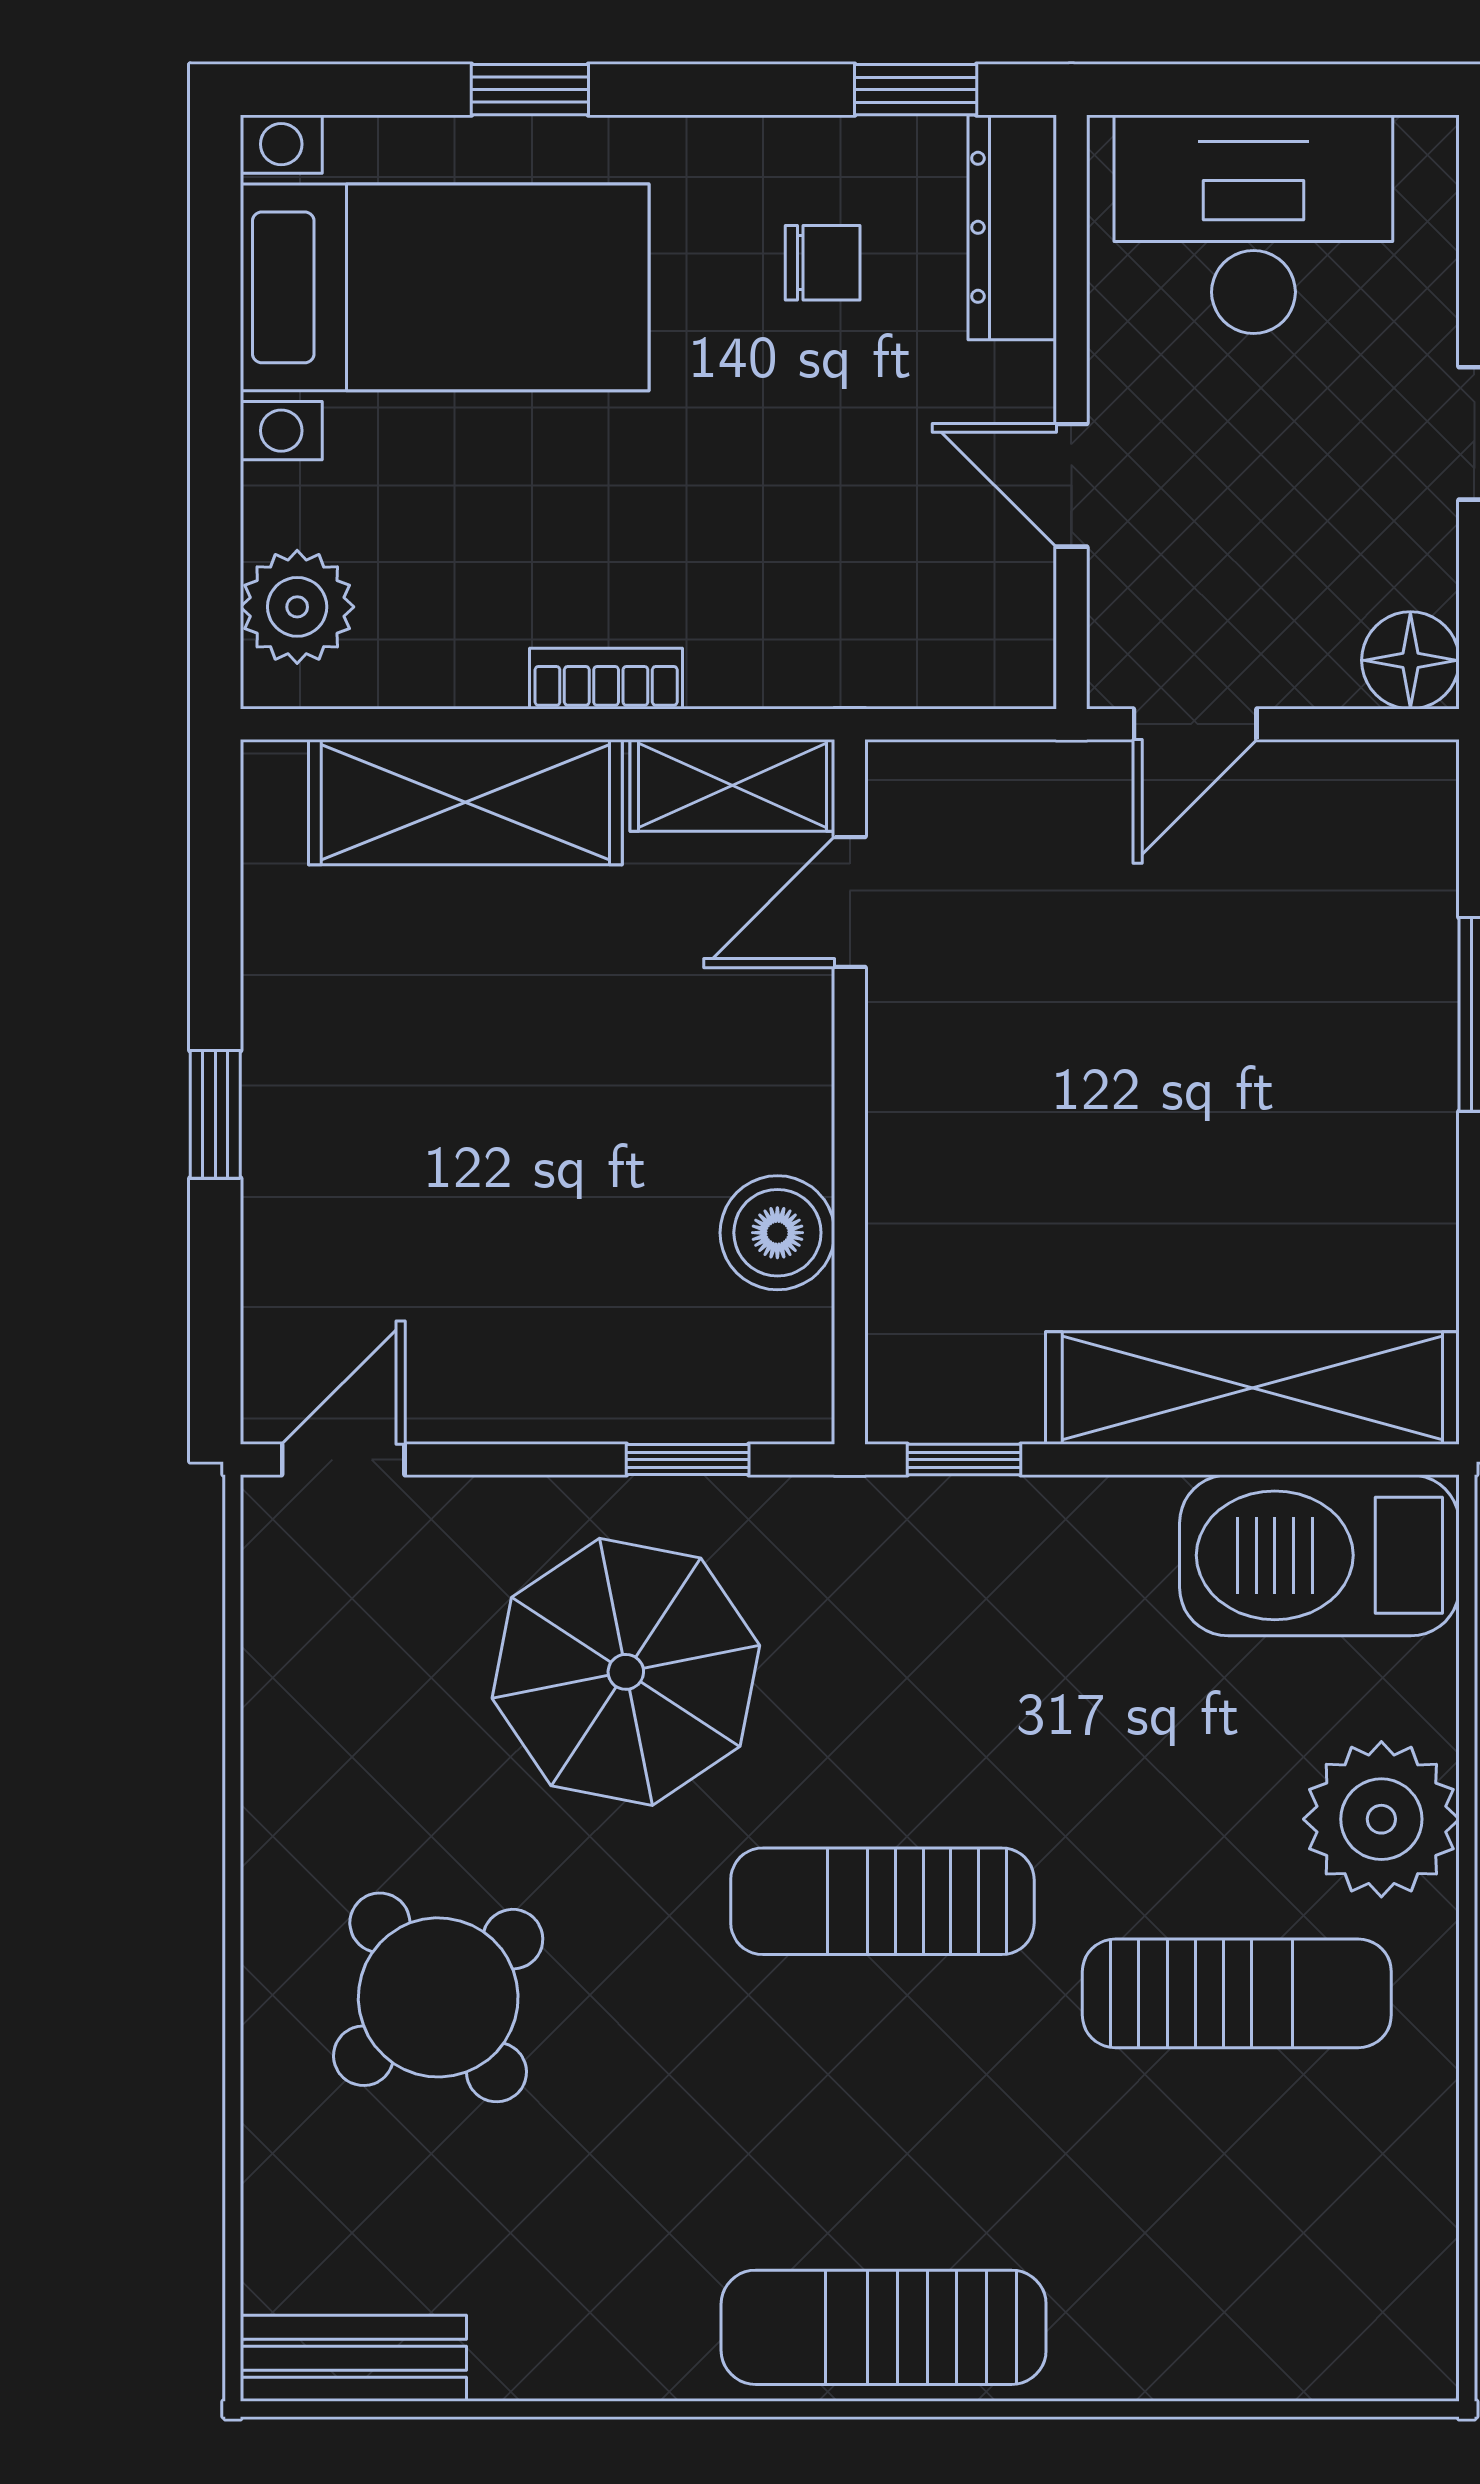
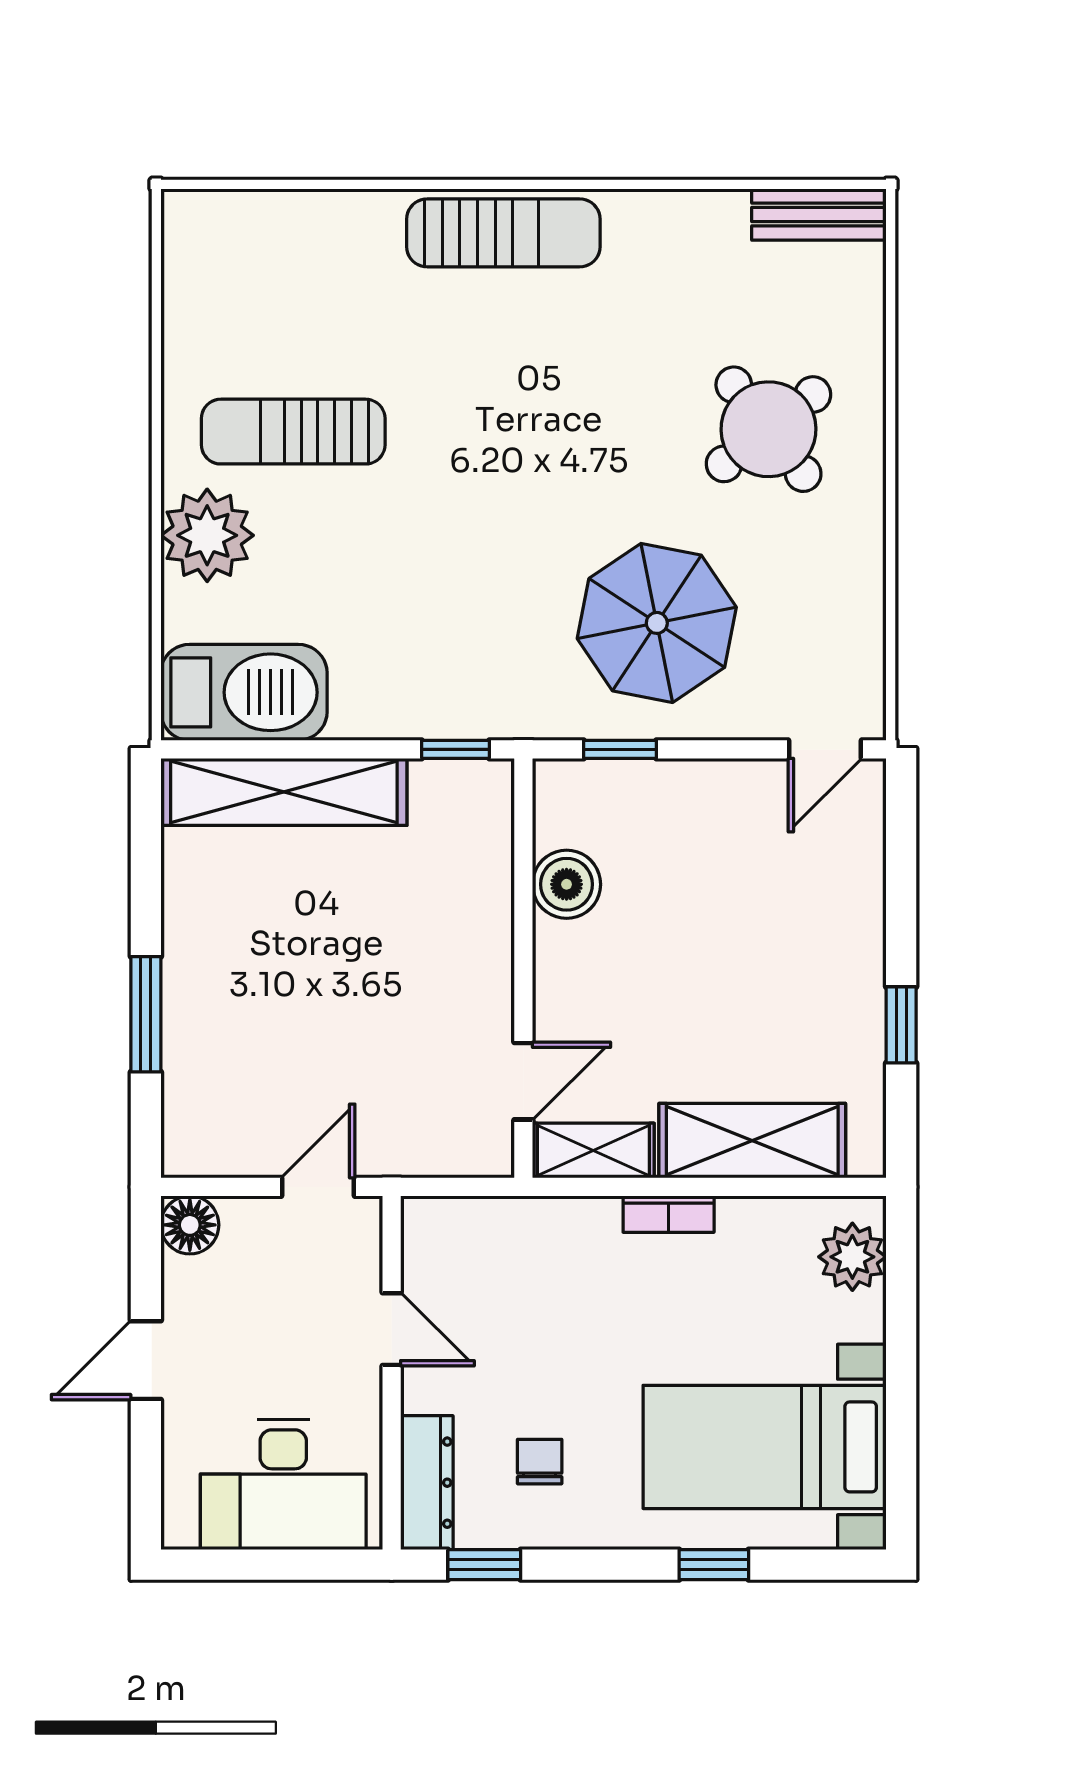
chair: (823, 263) -> (540, 1462), turned 90
window: (215, 1114) -> (901, 1025), moved
sun lounger: (882, 1901) -> (504, 486), removed

